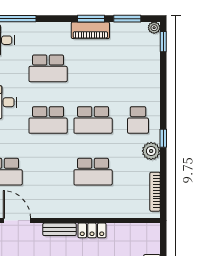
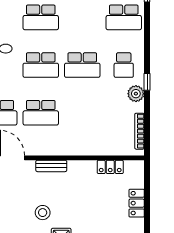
school desk: (138, 68) -> (124, 17), added
school desk: (93, 172) -> (41, 113), moved
locker: (92, 230) -> (110, 167), moved

